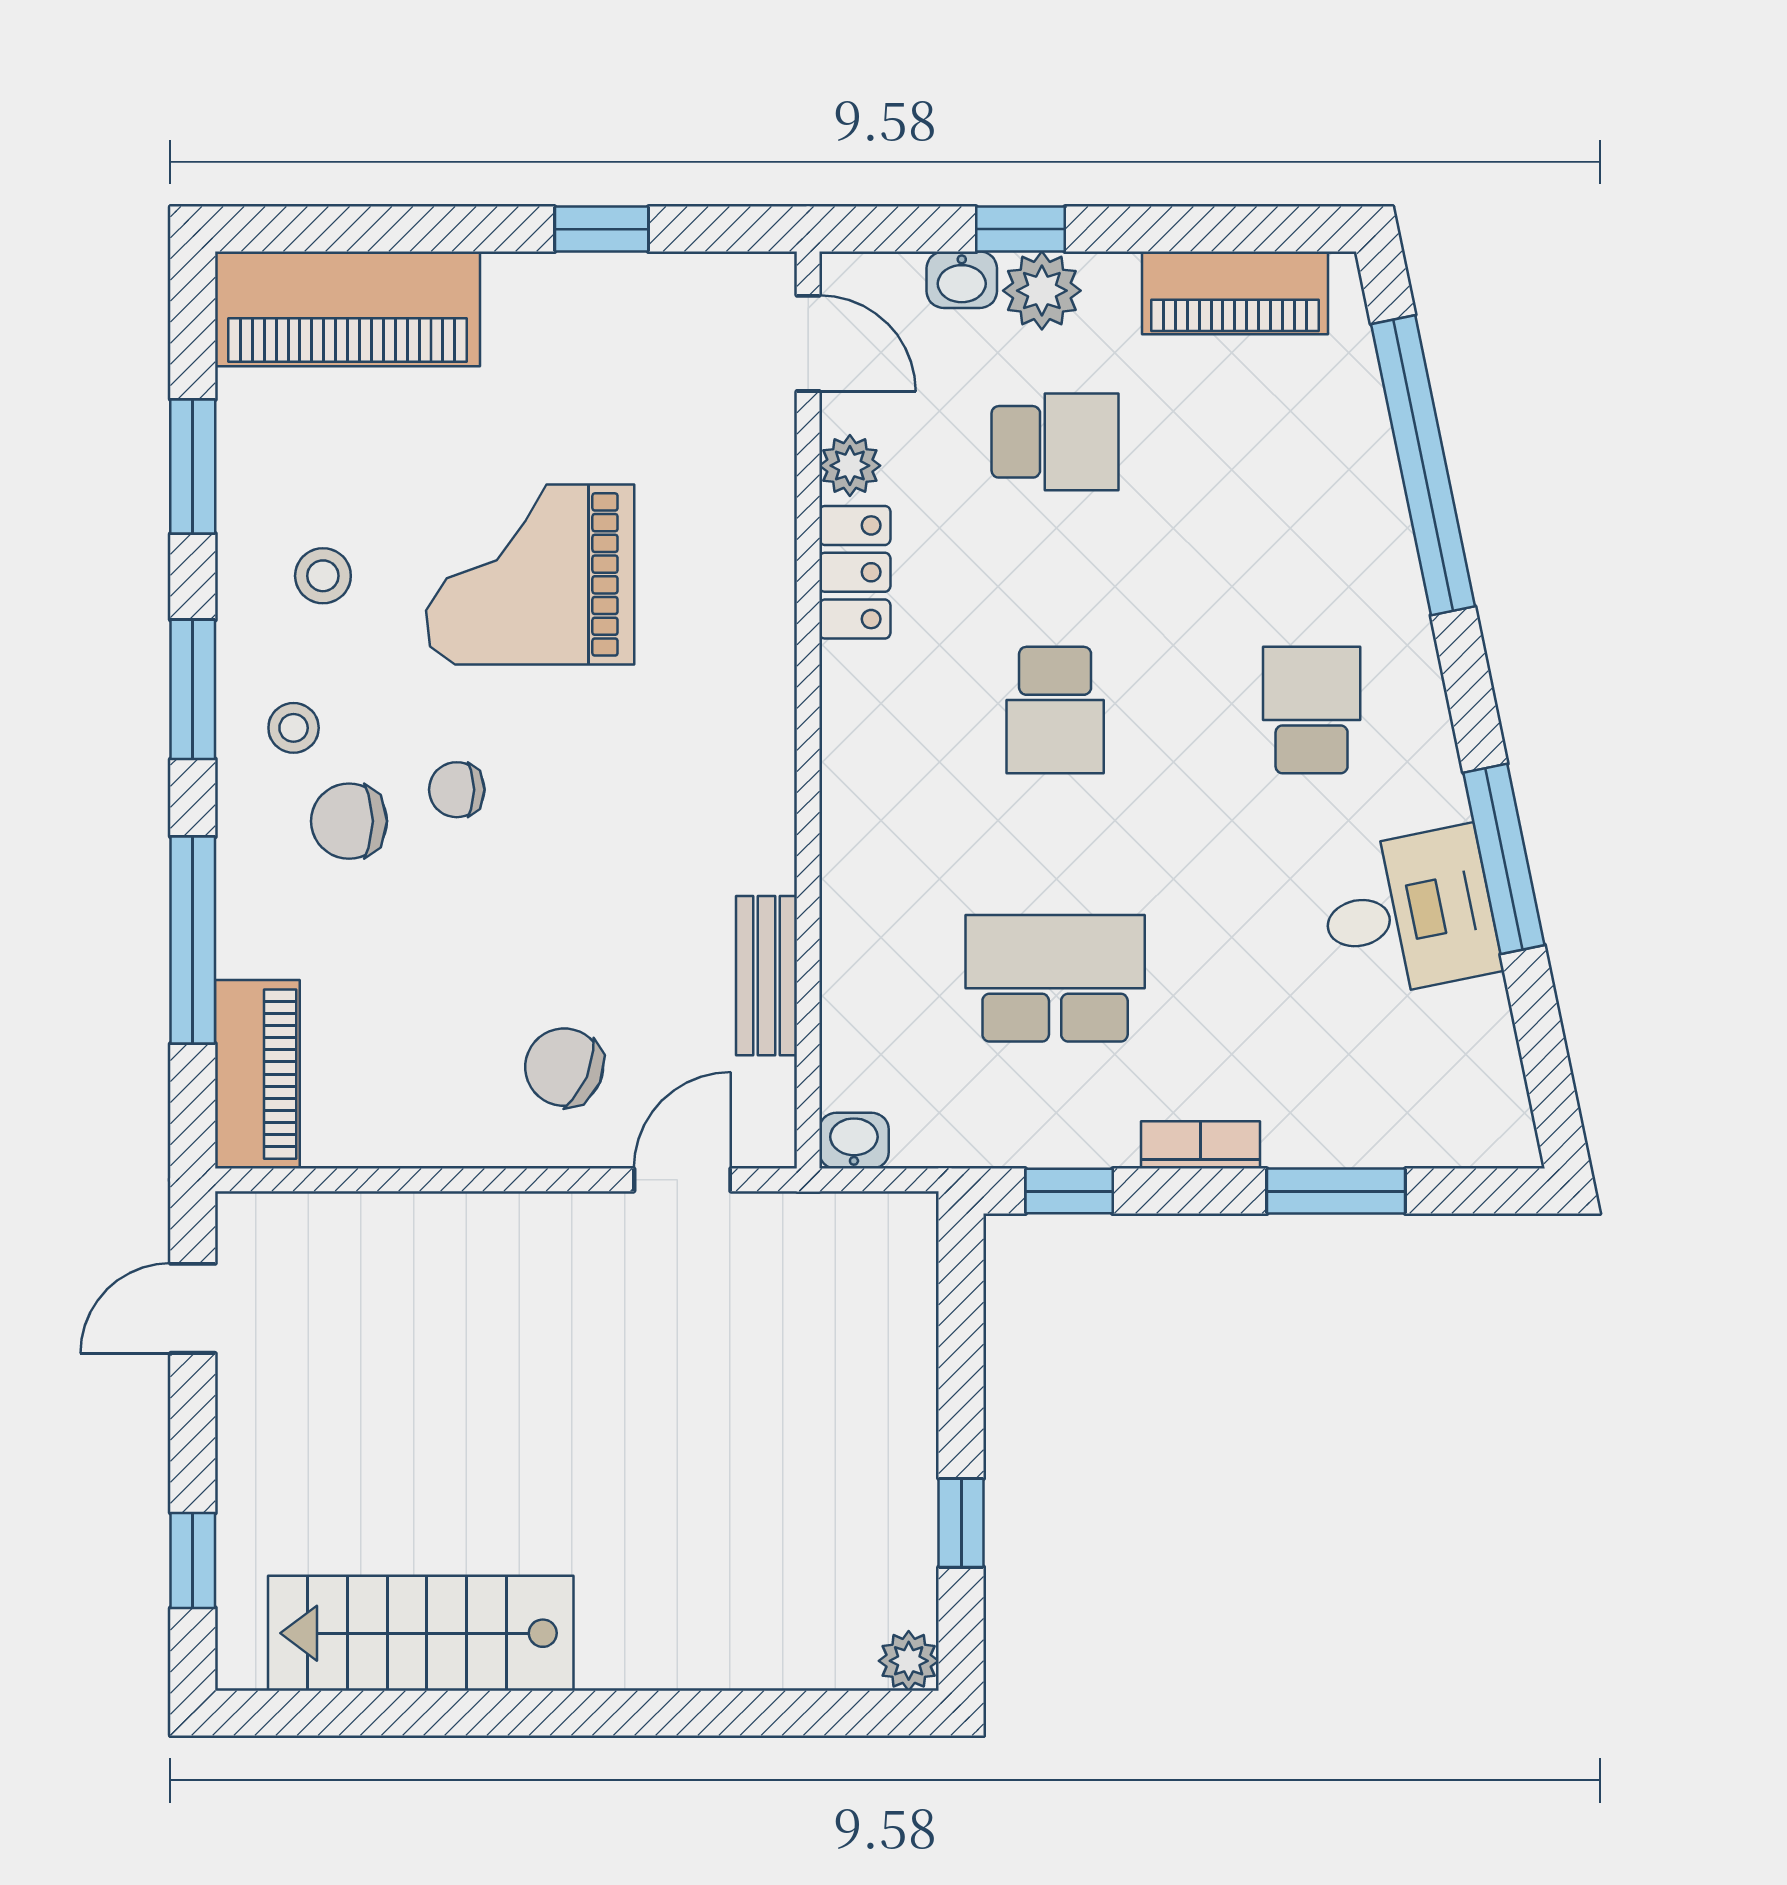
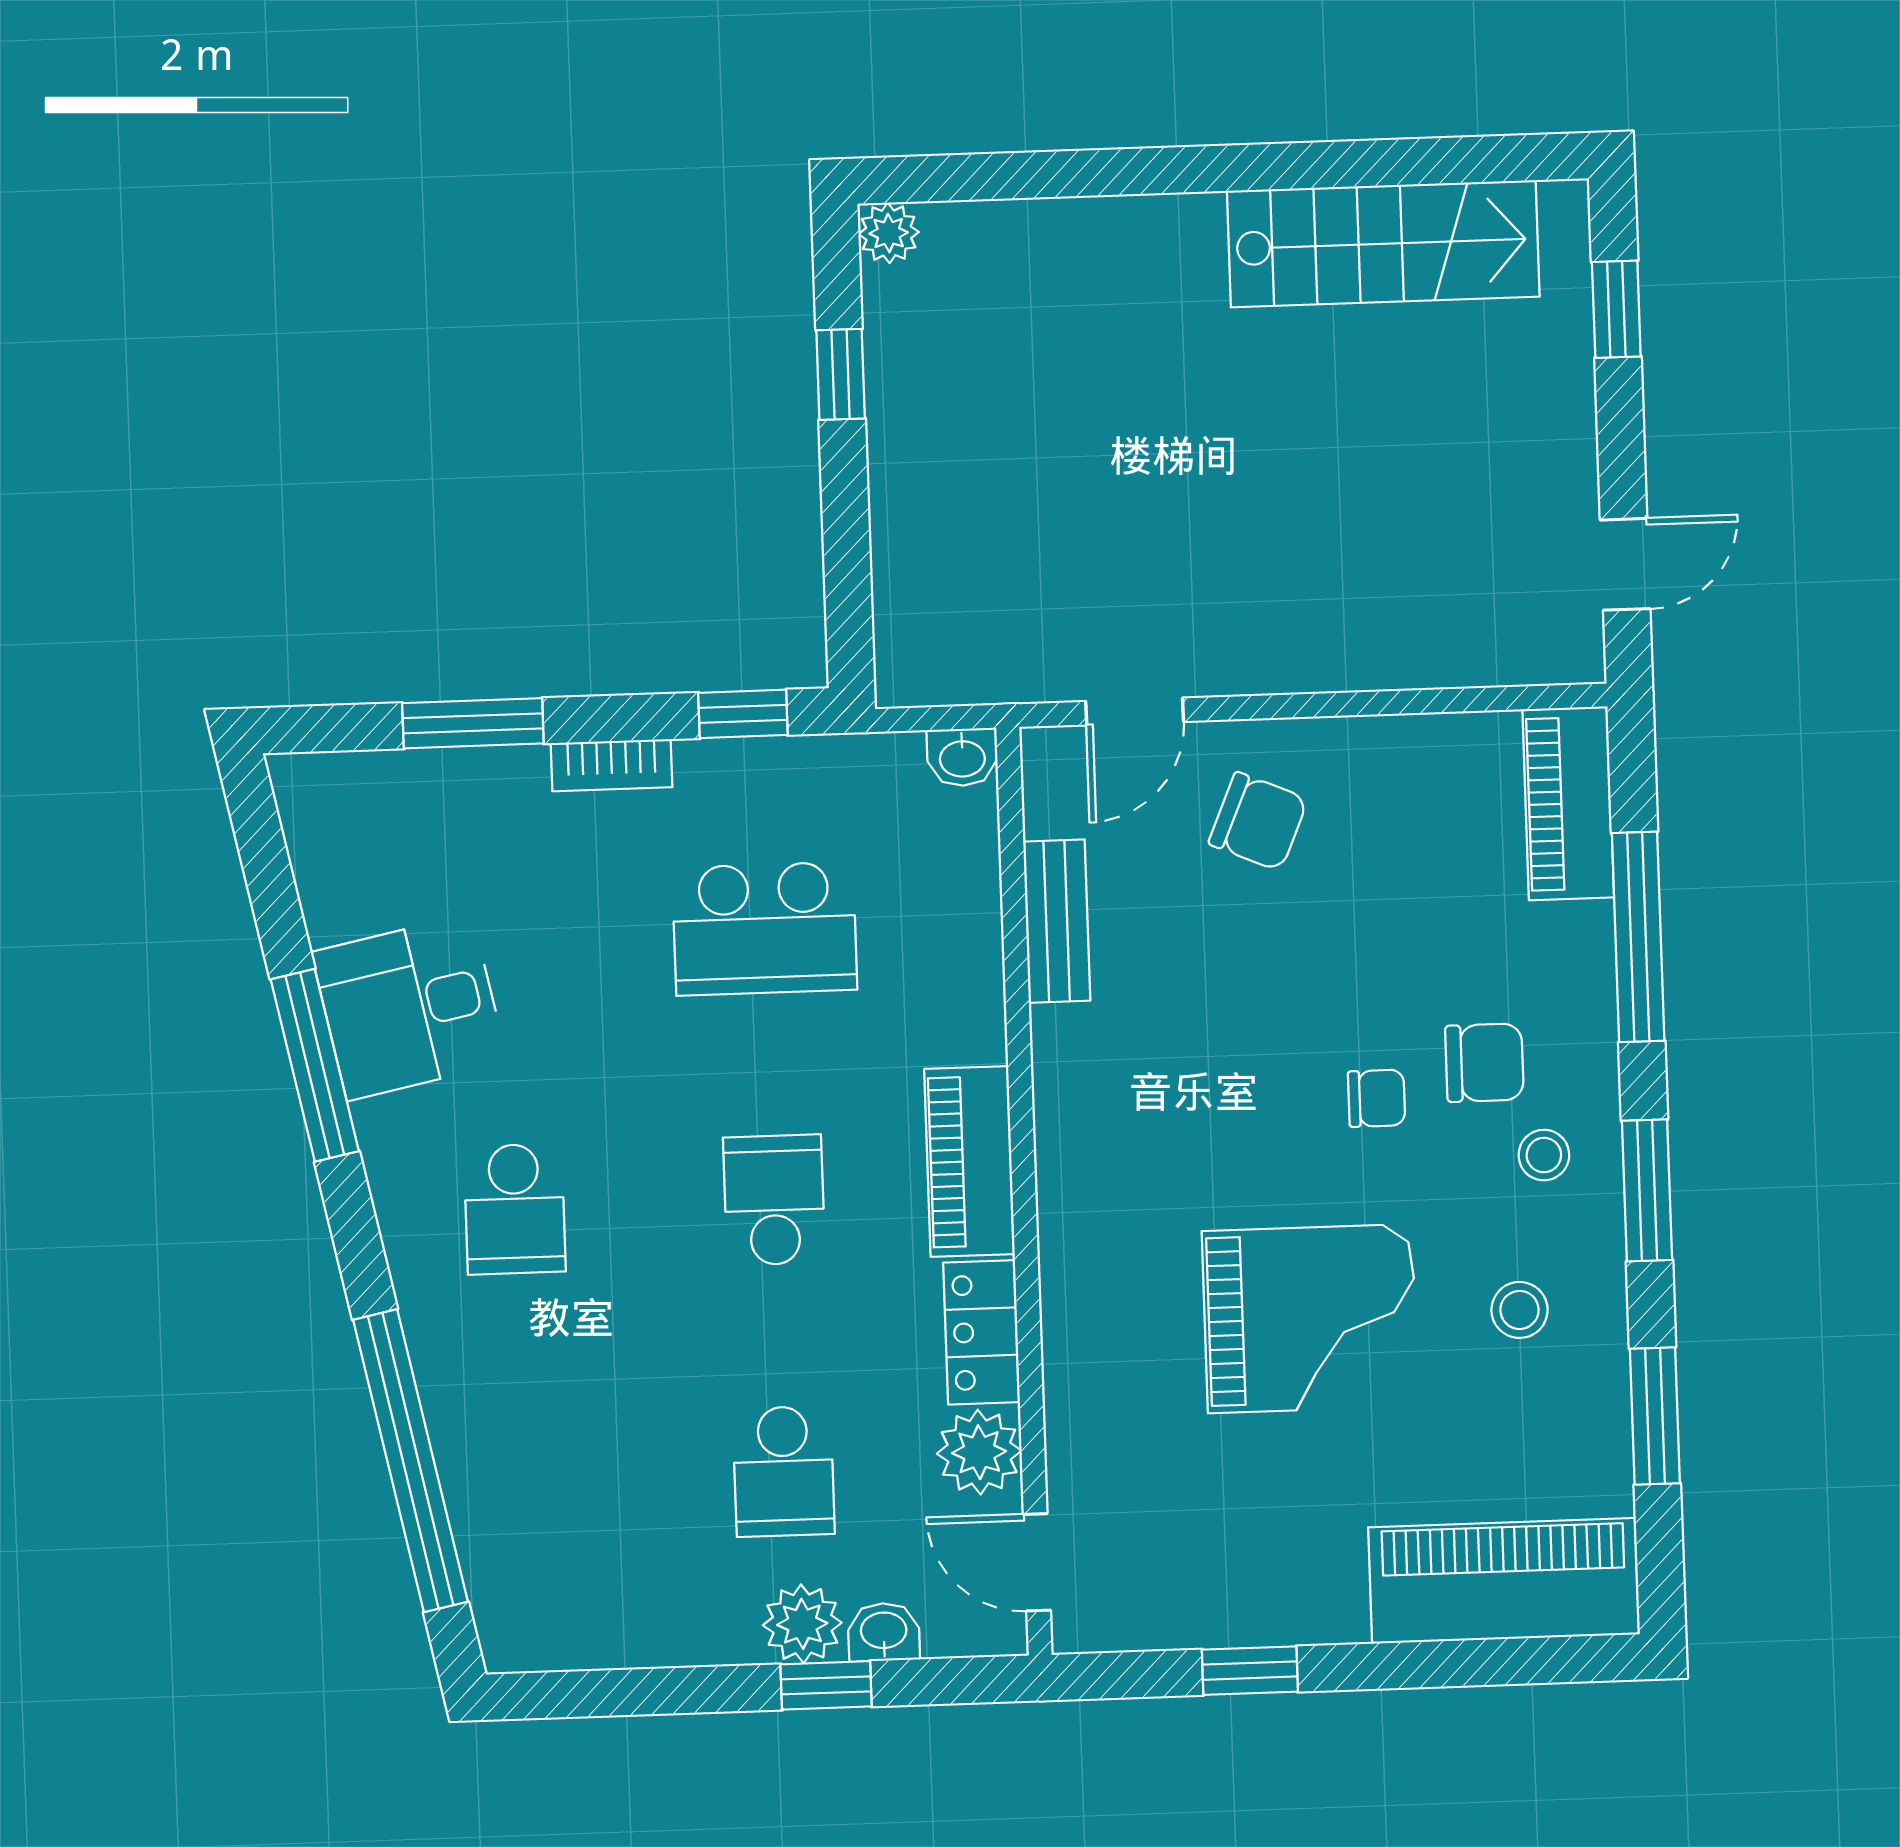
piano: (1235, 293) -> (969, 1161), moved, turned -90
school desk: (1055, 442) -> (784, 1471), turned -90
plant: (850, 466) -> (979, 1452), width x1.38, depth x1.38

